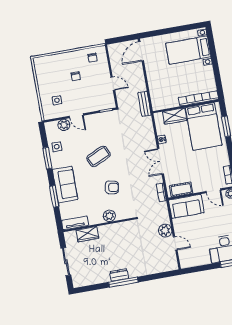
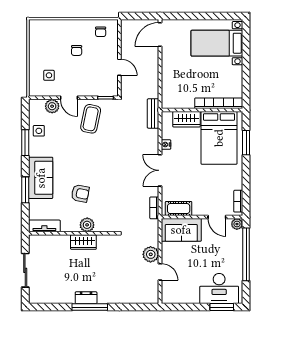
bench: (144, 104) -> (153, 113), moved
coffee table: (99, 156) -> (91, 119), moved, turned -54
armchair: (112, 187) -> (80, 193), moved
wardrobe: (87, 234) -> (83, 242), moved

